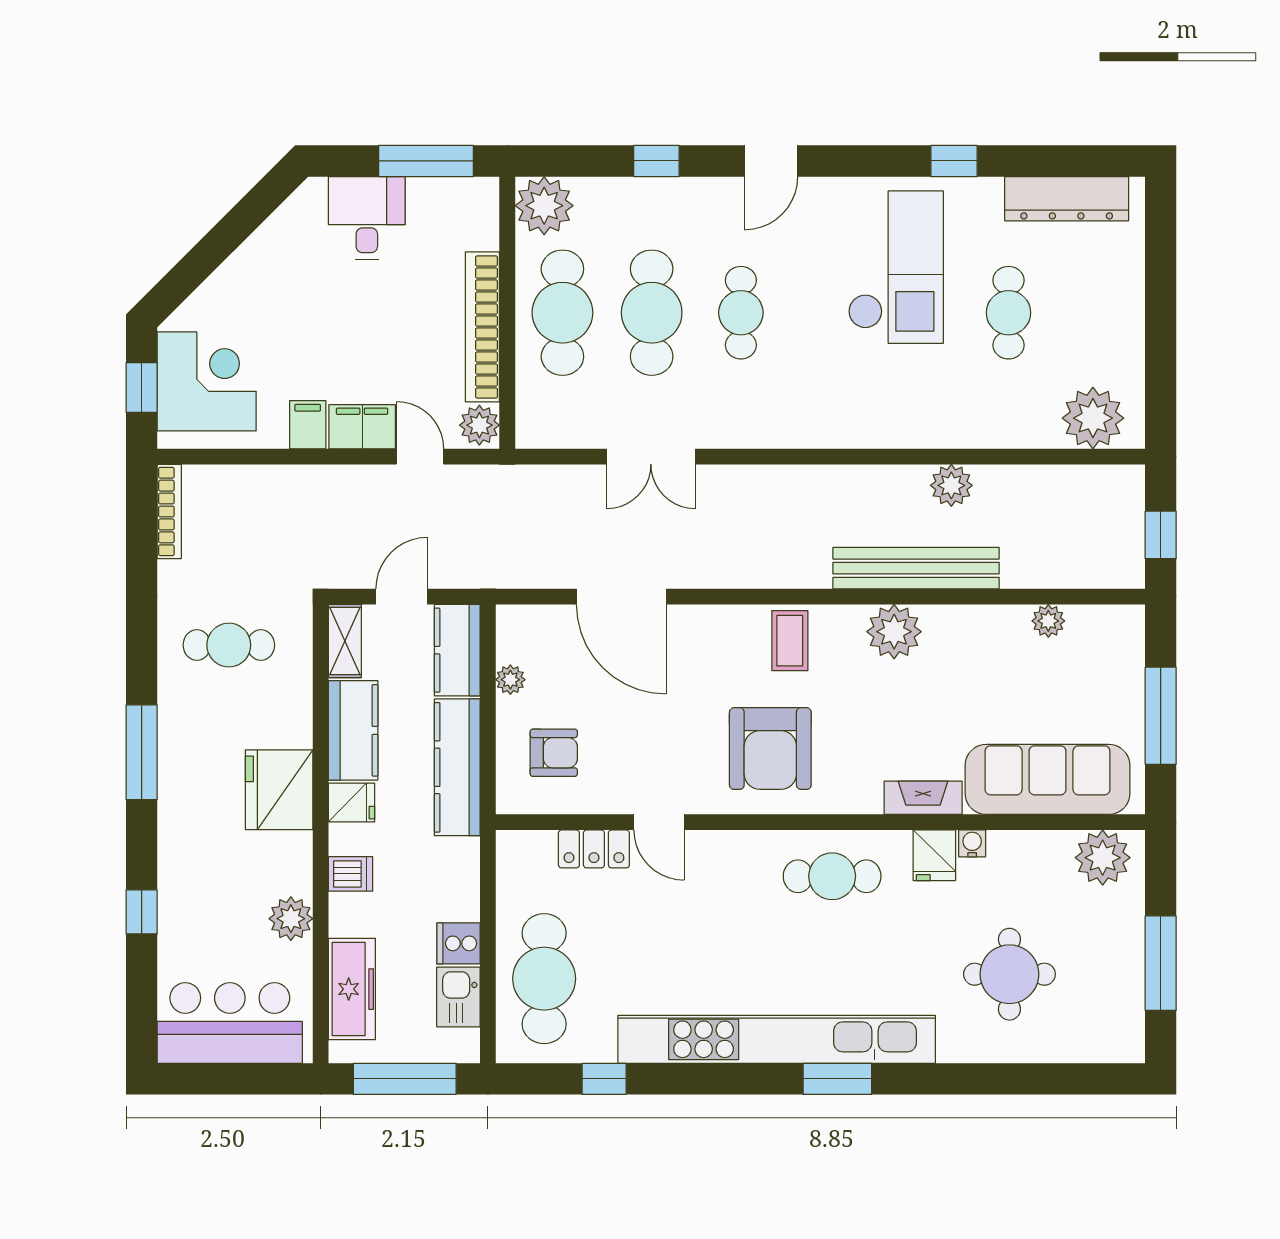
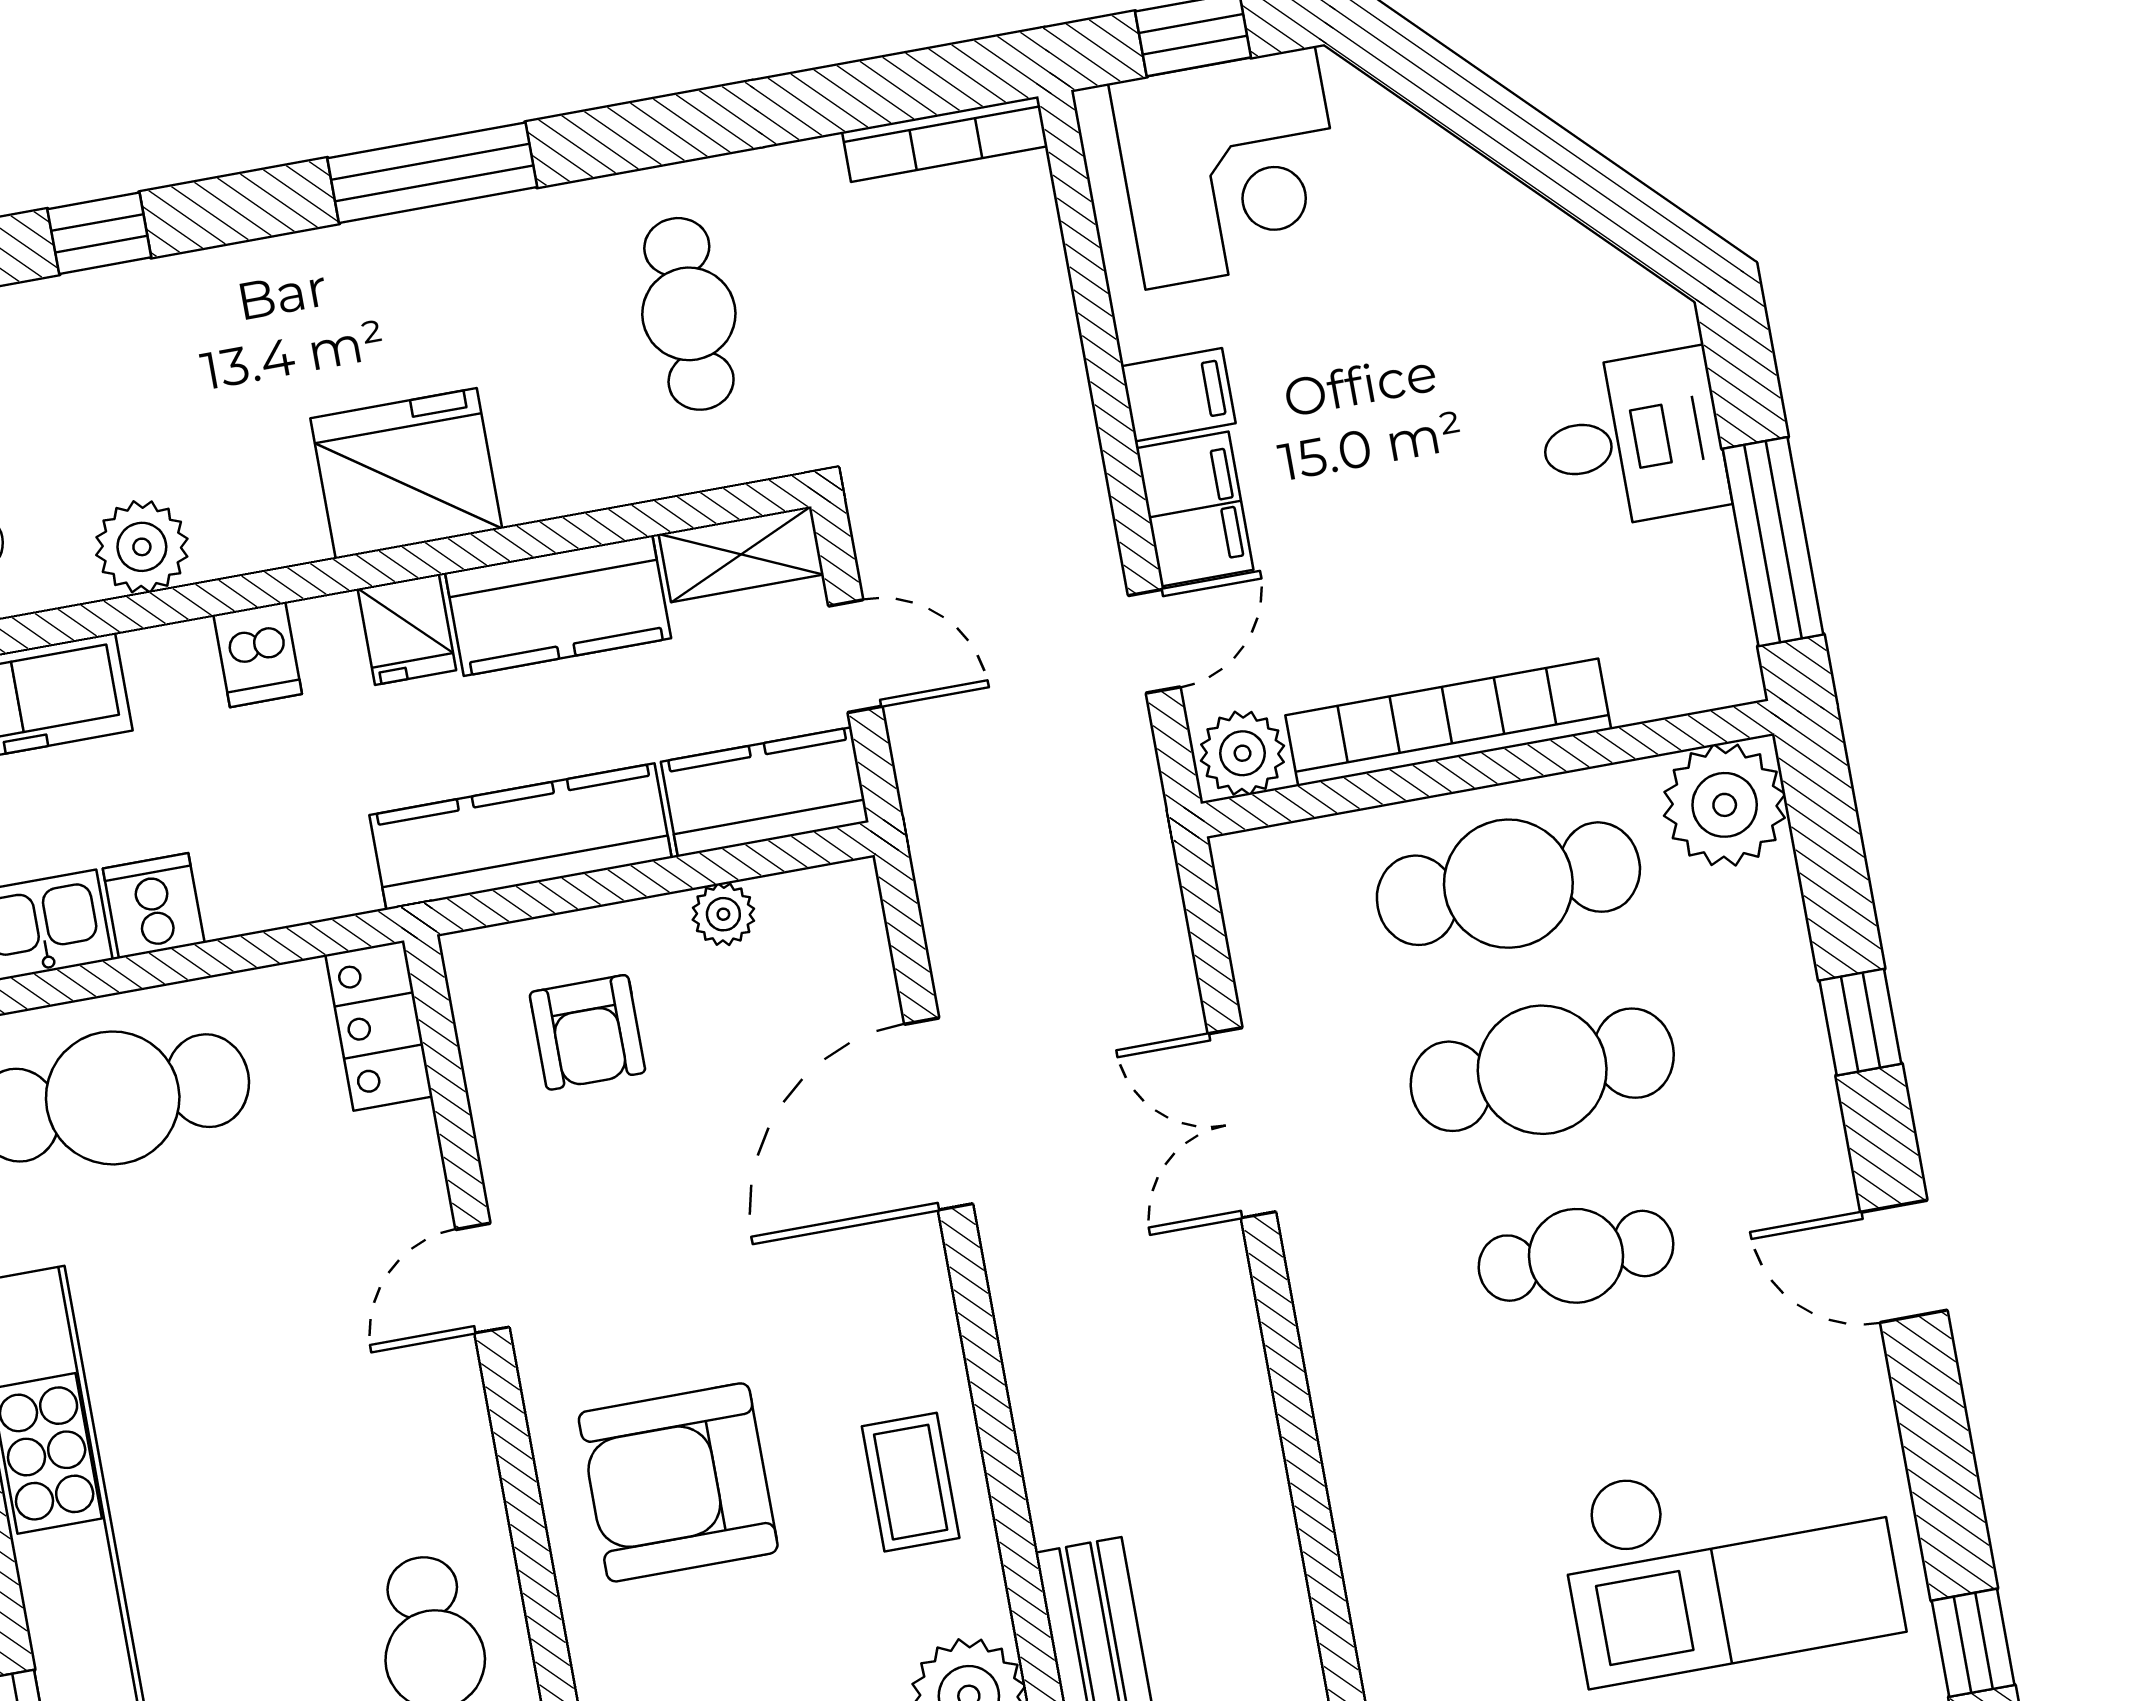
coffee table: (790, 641) -> (911, 1482), turned 90
locker: (594, 849) -> (379, 1026), moved

